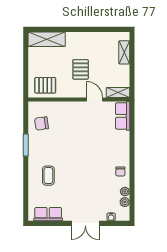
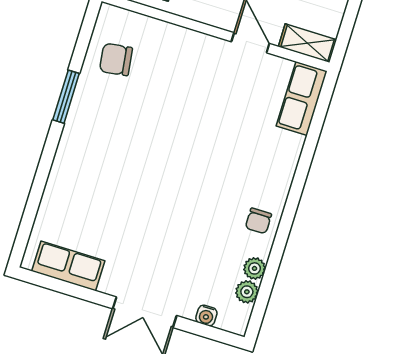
coffee table: (48, 176) -> (95, 180), removed

